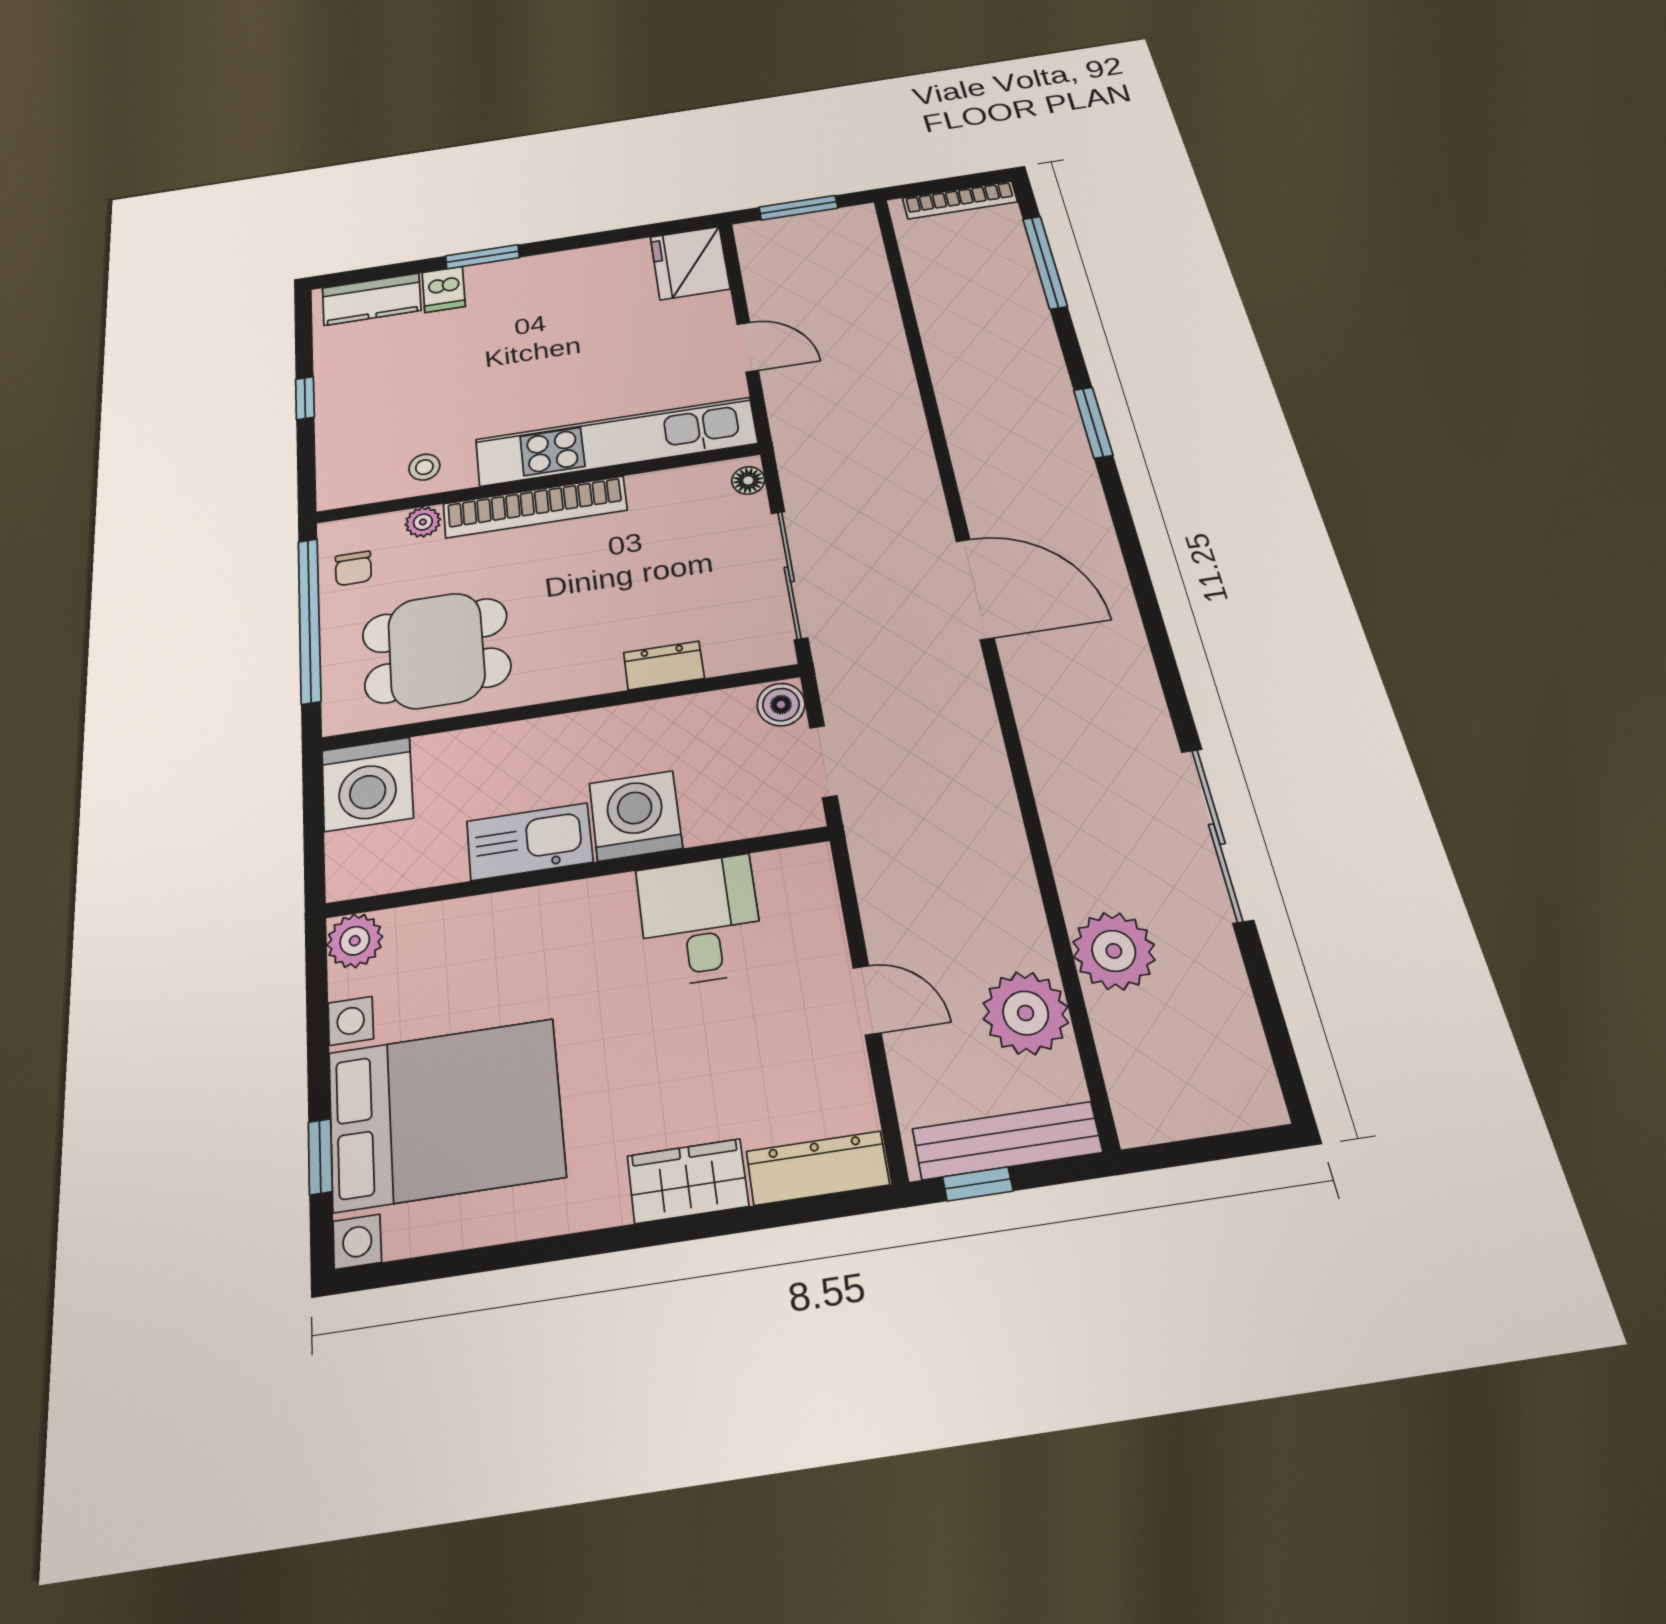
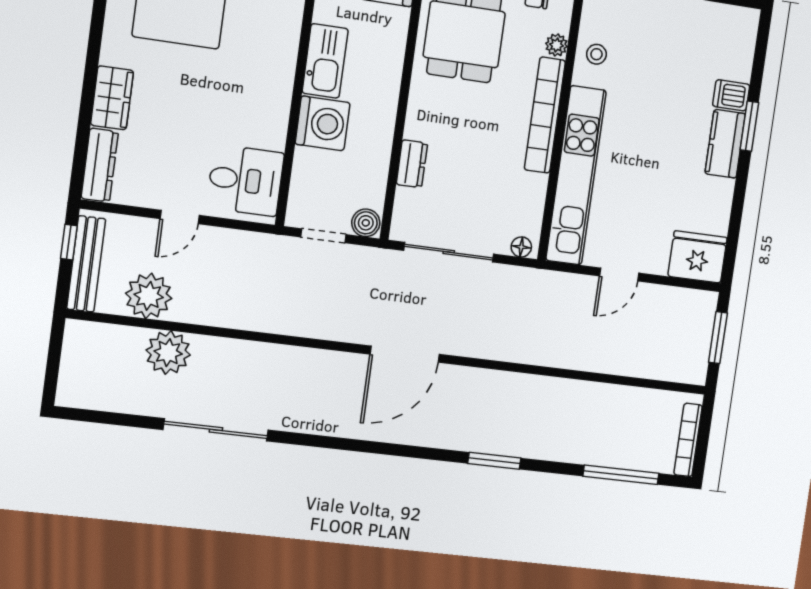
kitchen counter: (372, 299) -> (725, 144), moved
desk: (700, 920) -> (245, 180), moved

